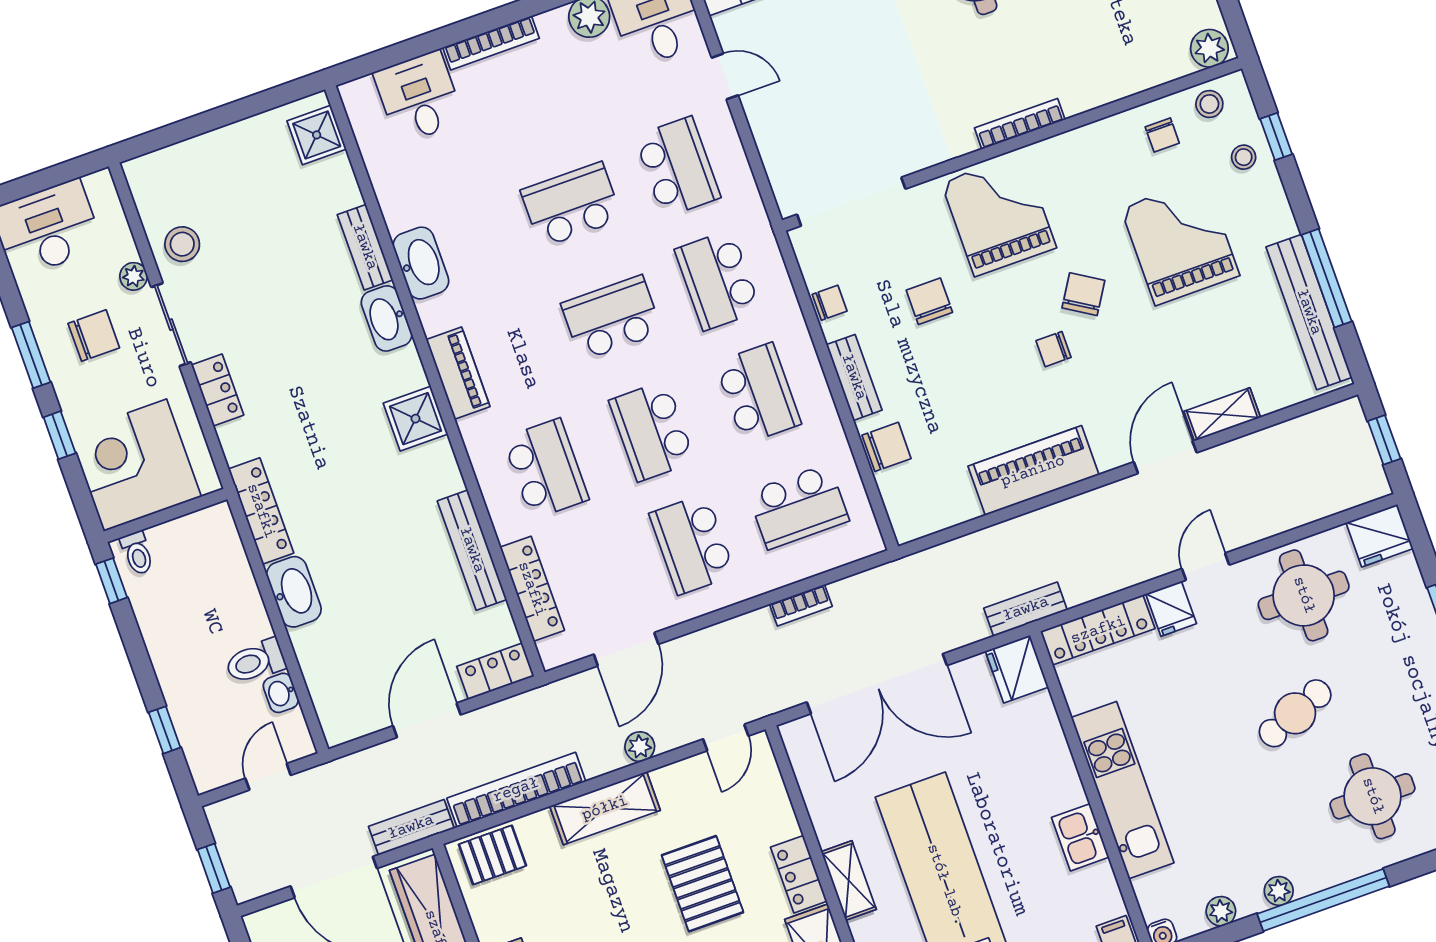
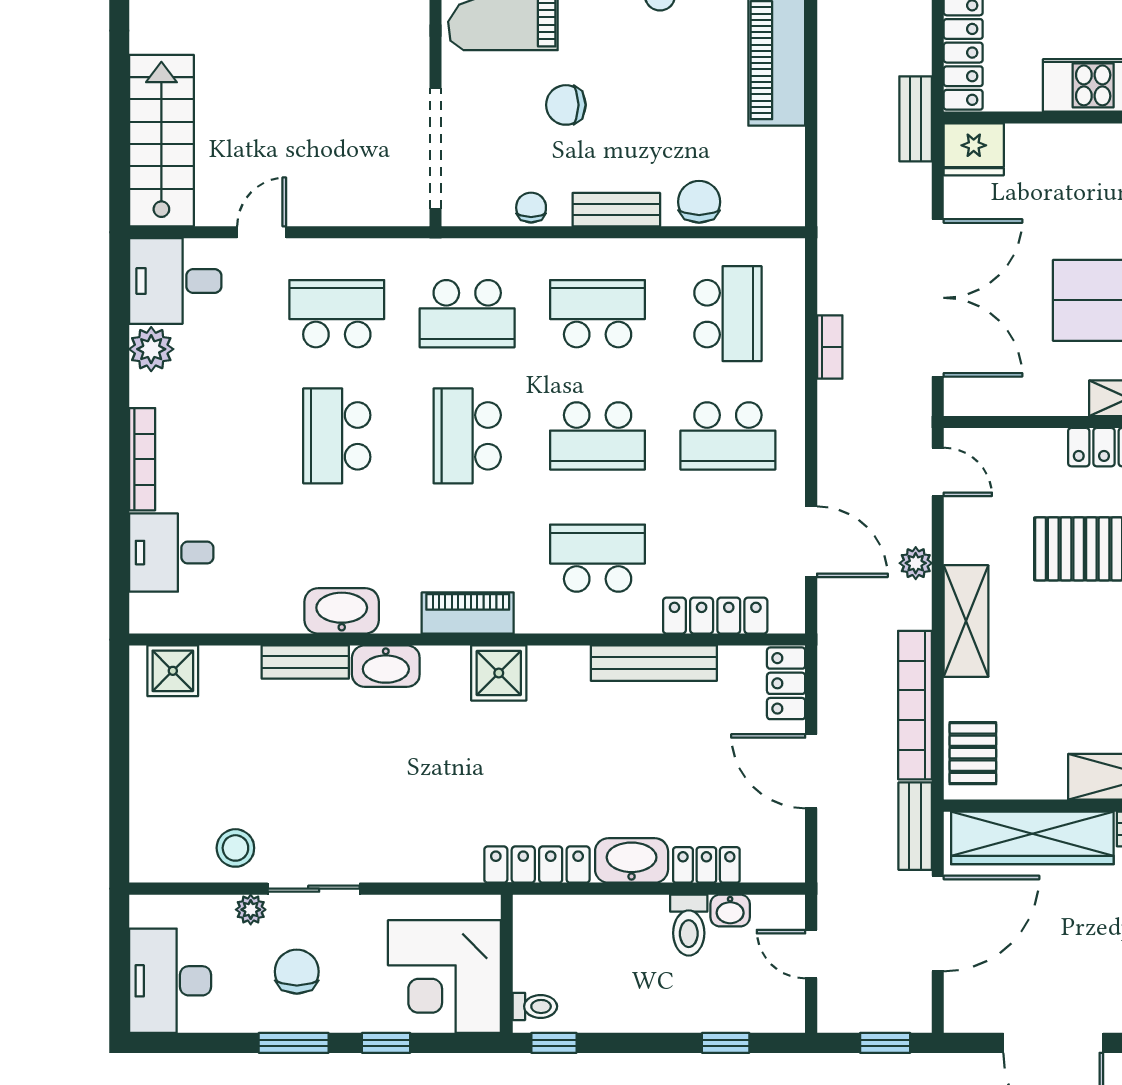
locker: (218, 390) -> (706, 865), moved

